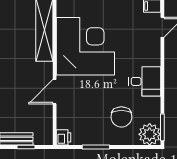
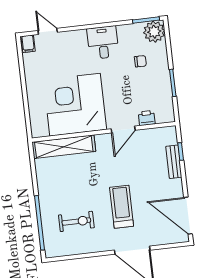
door: (55, 92) -> (123, 130), hinge flipped
chair: (121, 117) -> (140, 61), width x0.54, depth x0.54
printer: (64, 137) -> (147, 118), moved

